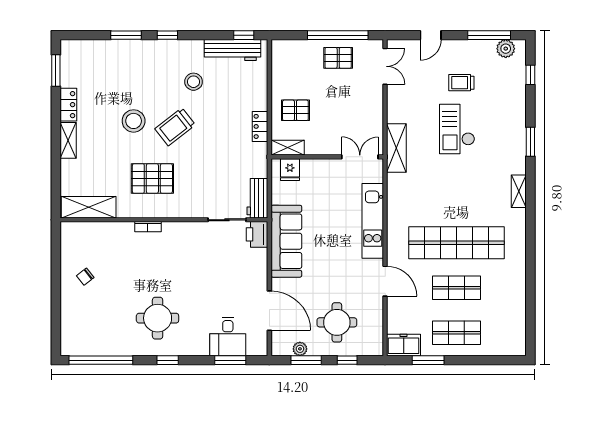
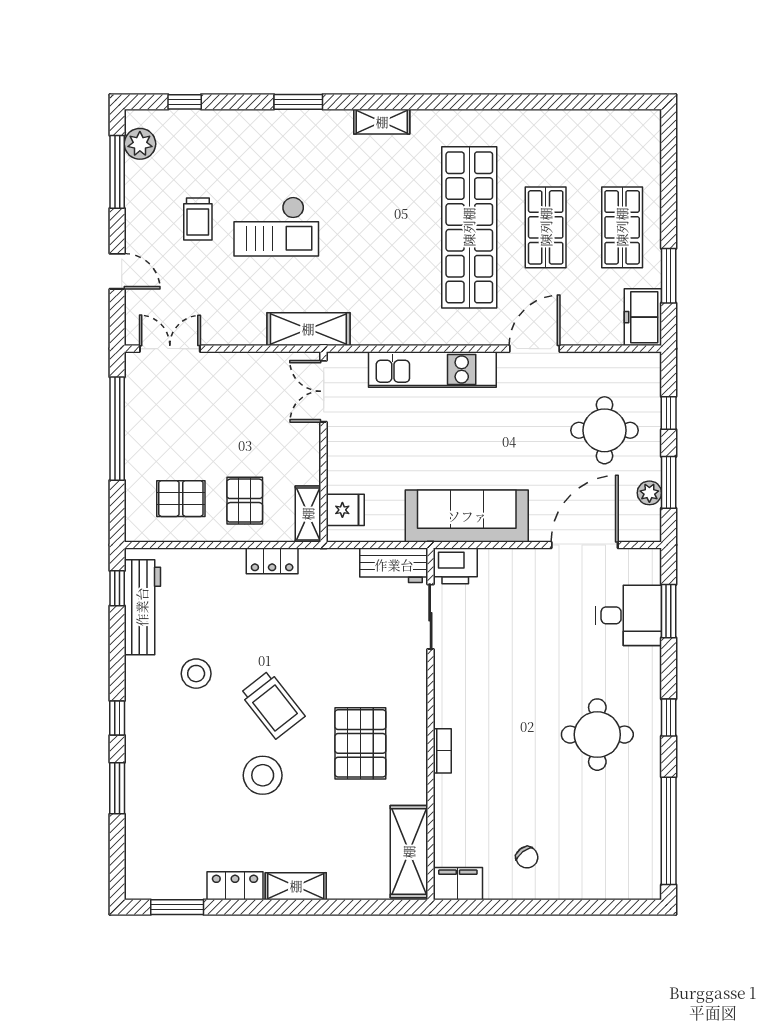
pallet: (338, 58) -> (181, 499), moved, turned 90
filing cabinet: (70, 236) -> (458, 884), added

